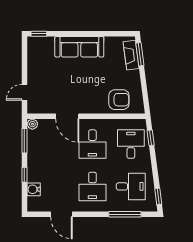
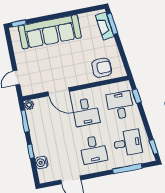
sofa: (79, 47) -> (50, 32), width x1.36, depth x1.27

